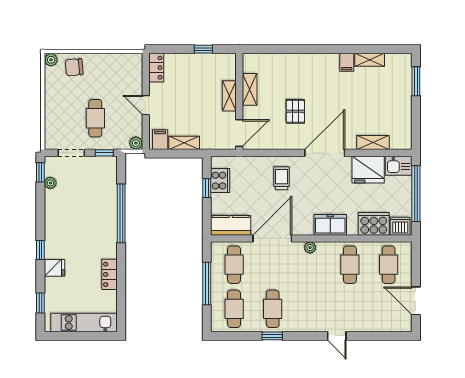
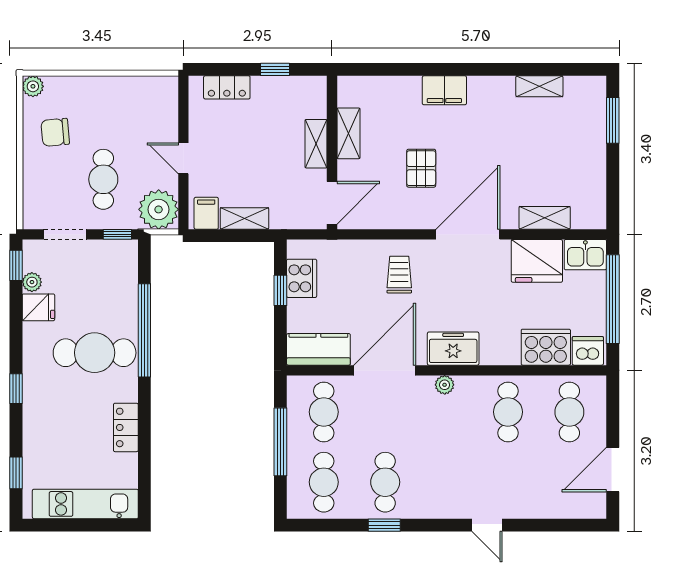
filing cabinet: (347, 62) -> (444, 90), moved, width x2.00
chair: (74, 67) -> (55, 132), moved
locker: (156, 68) -> (227, 87), moved, turned 90
plant: (136, 143) -> (159, 209), width x1.87, depth x1.87
freezer: (330, 225) -> (453, 349), moved
cafe table: (90, 227) -> (95, 353), added
fridge: (55, 268) -> (38, 307), moved
door: (416, 301) -> (613, 470), hinge flipped

